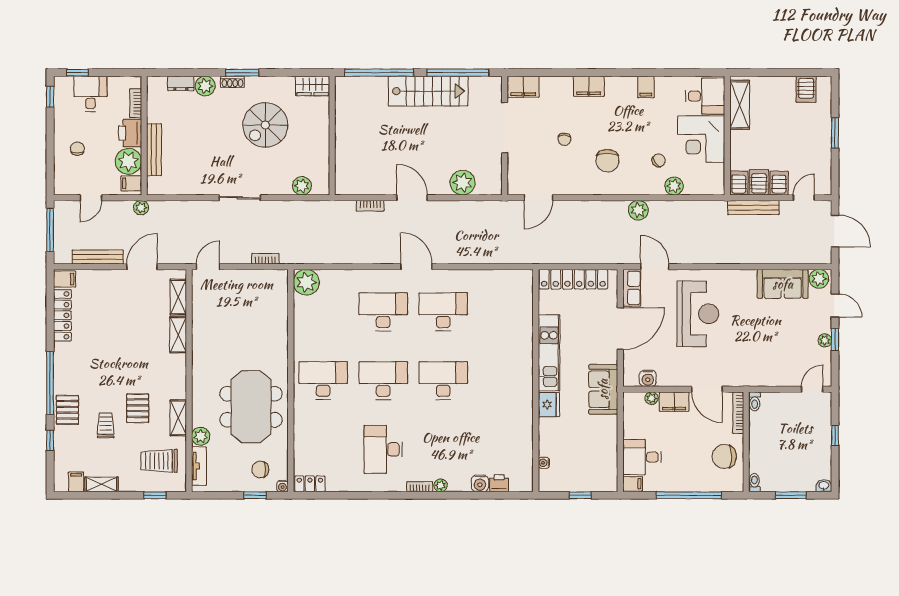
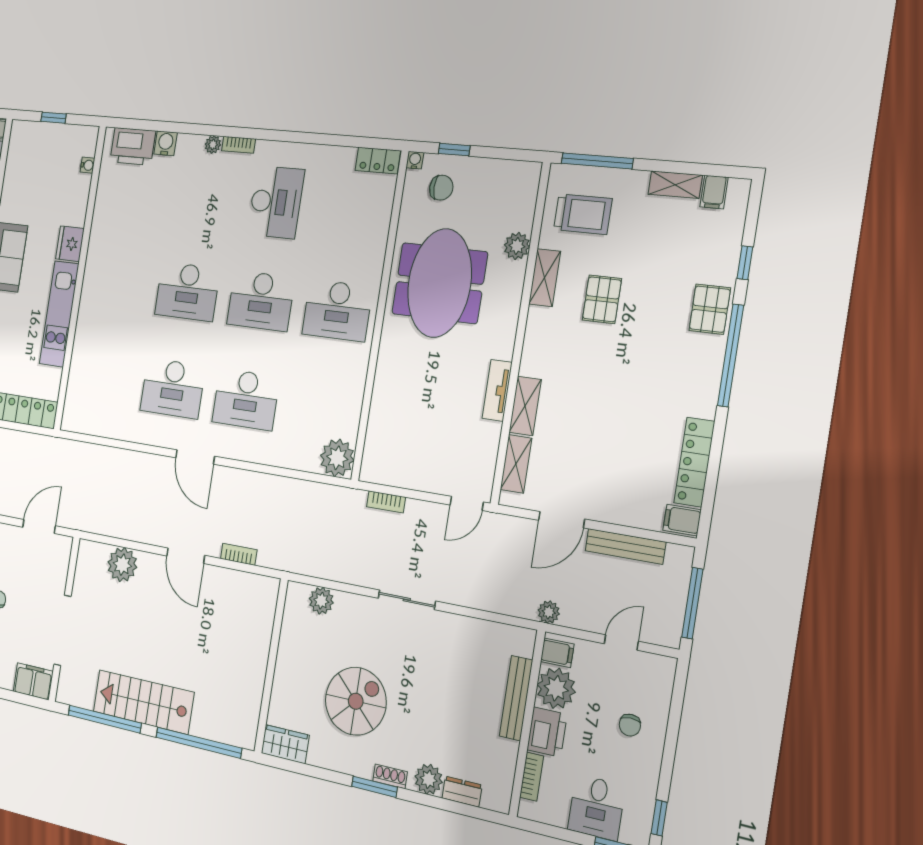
trolley: (106, 425) -> (654, 278), removed
tv unit: (199, 466) -> (497, 390), moved
printer: (499, 483) -> (133, 146), width x1.87, depth x1.48
window: (155, 495) -> (597, 161), width x2.17

